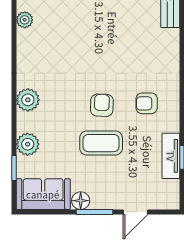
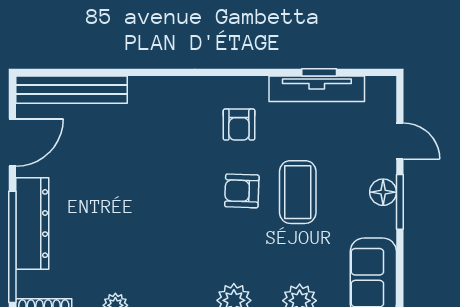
tv unit: (171, 156) -> (317, 89), width x1.41
floor lamp: (81, 201) -> (383, 192), moved

